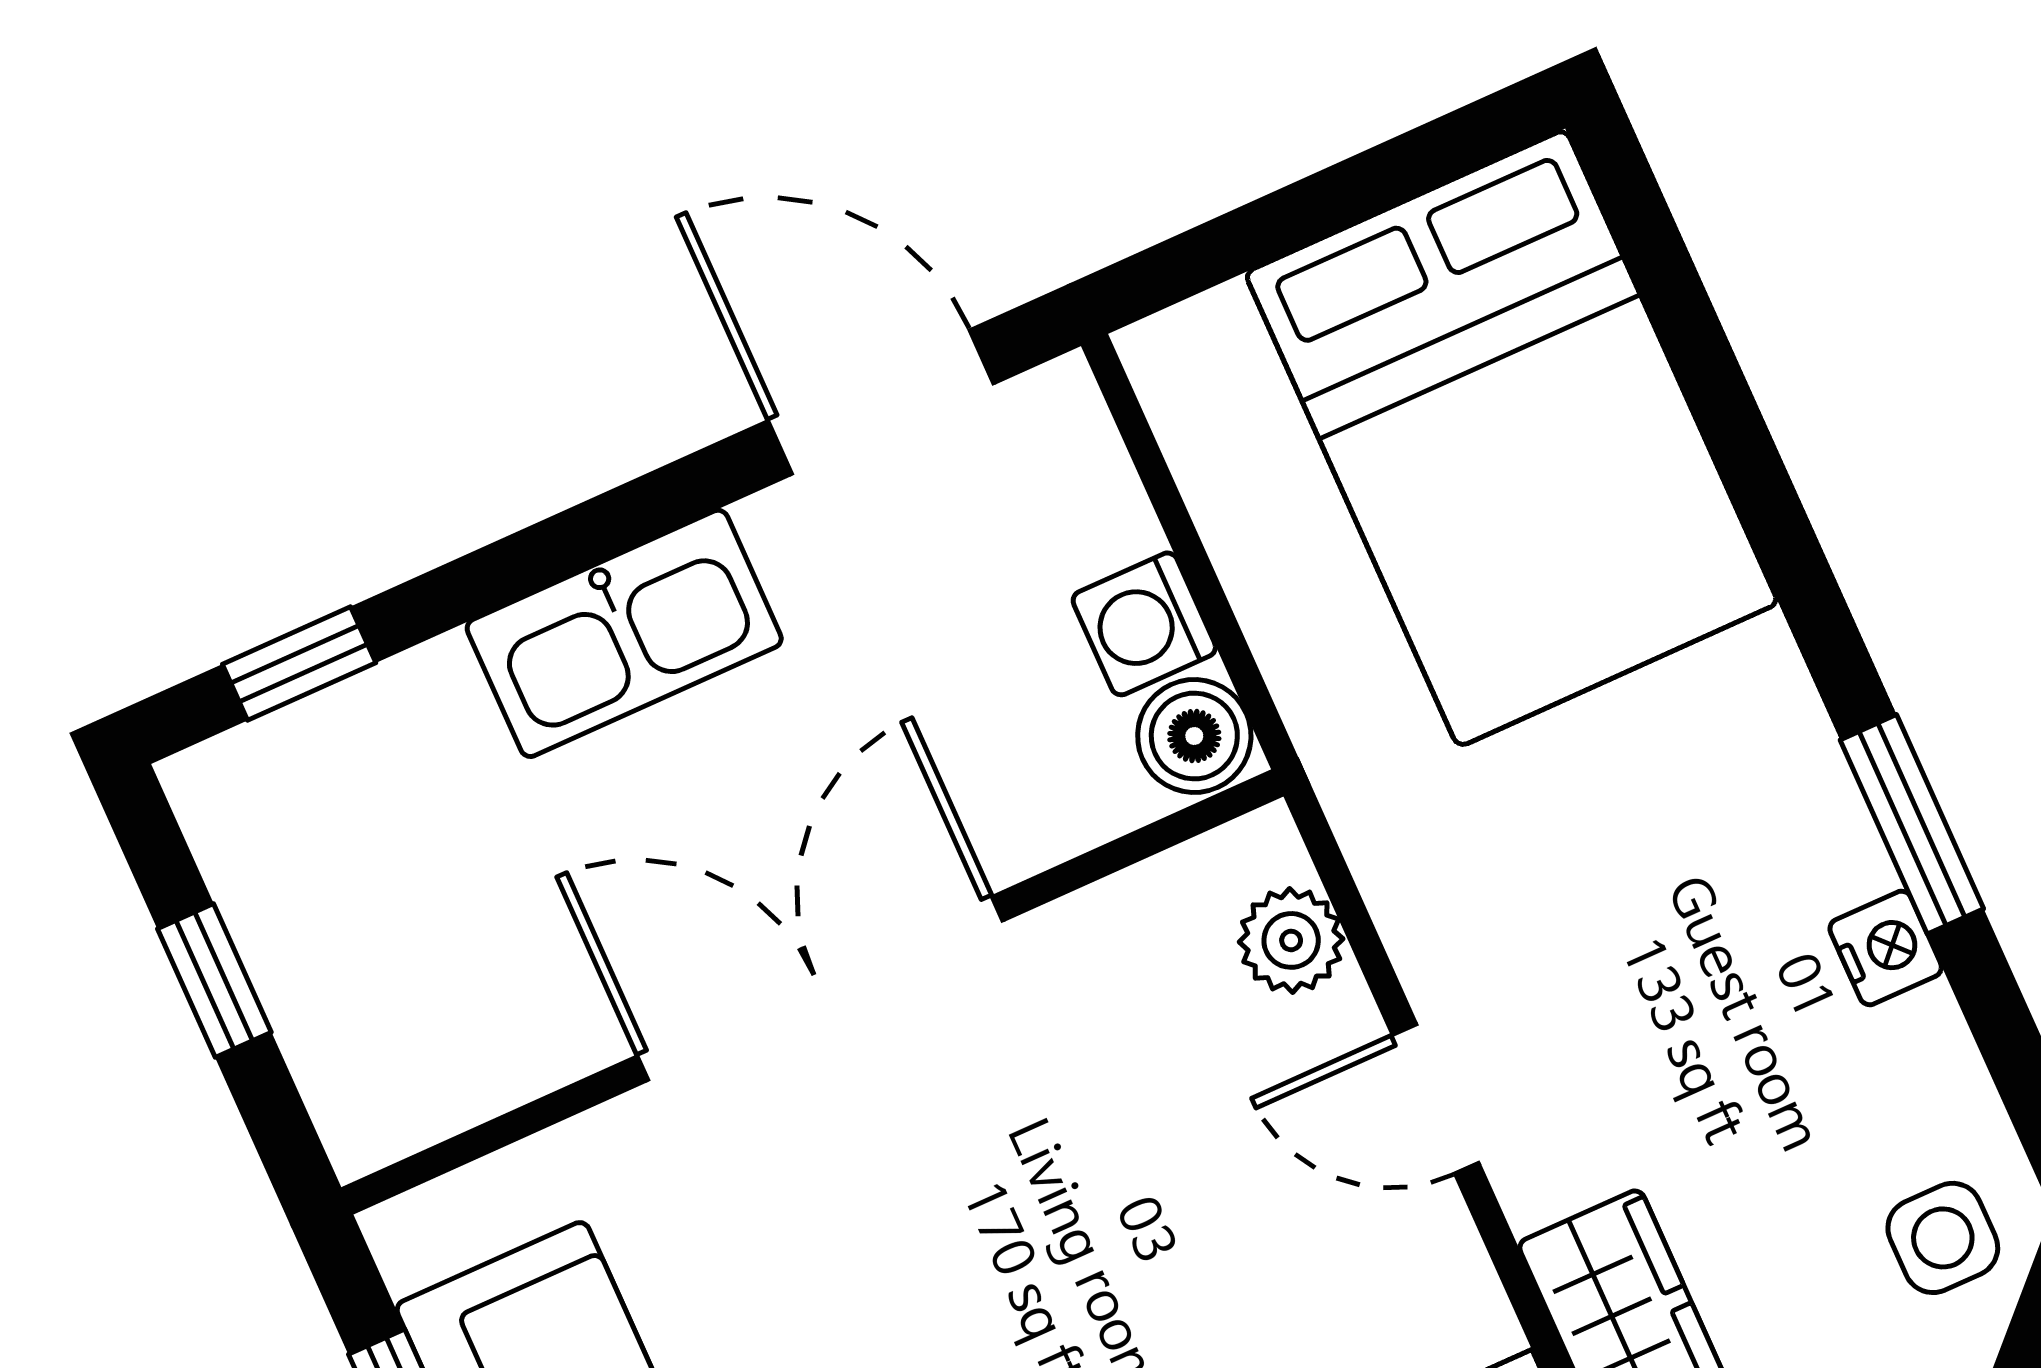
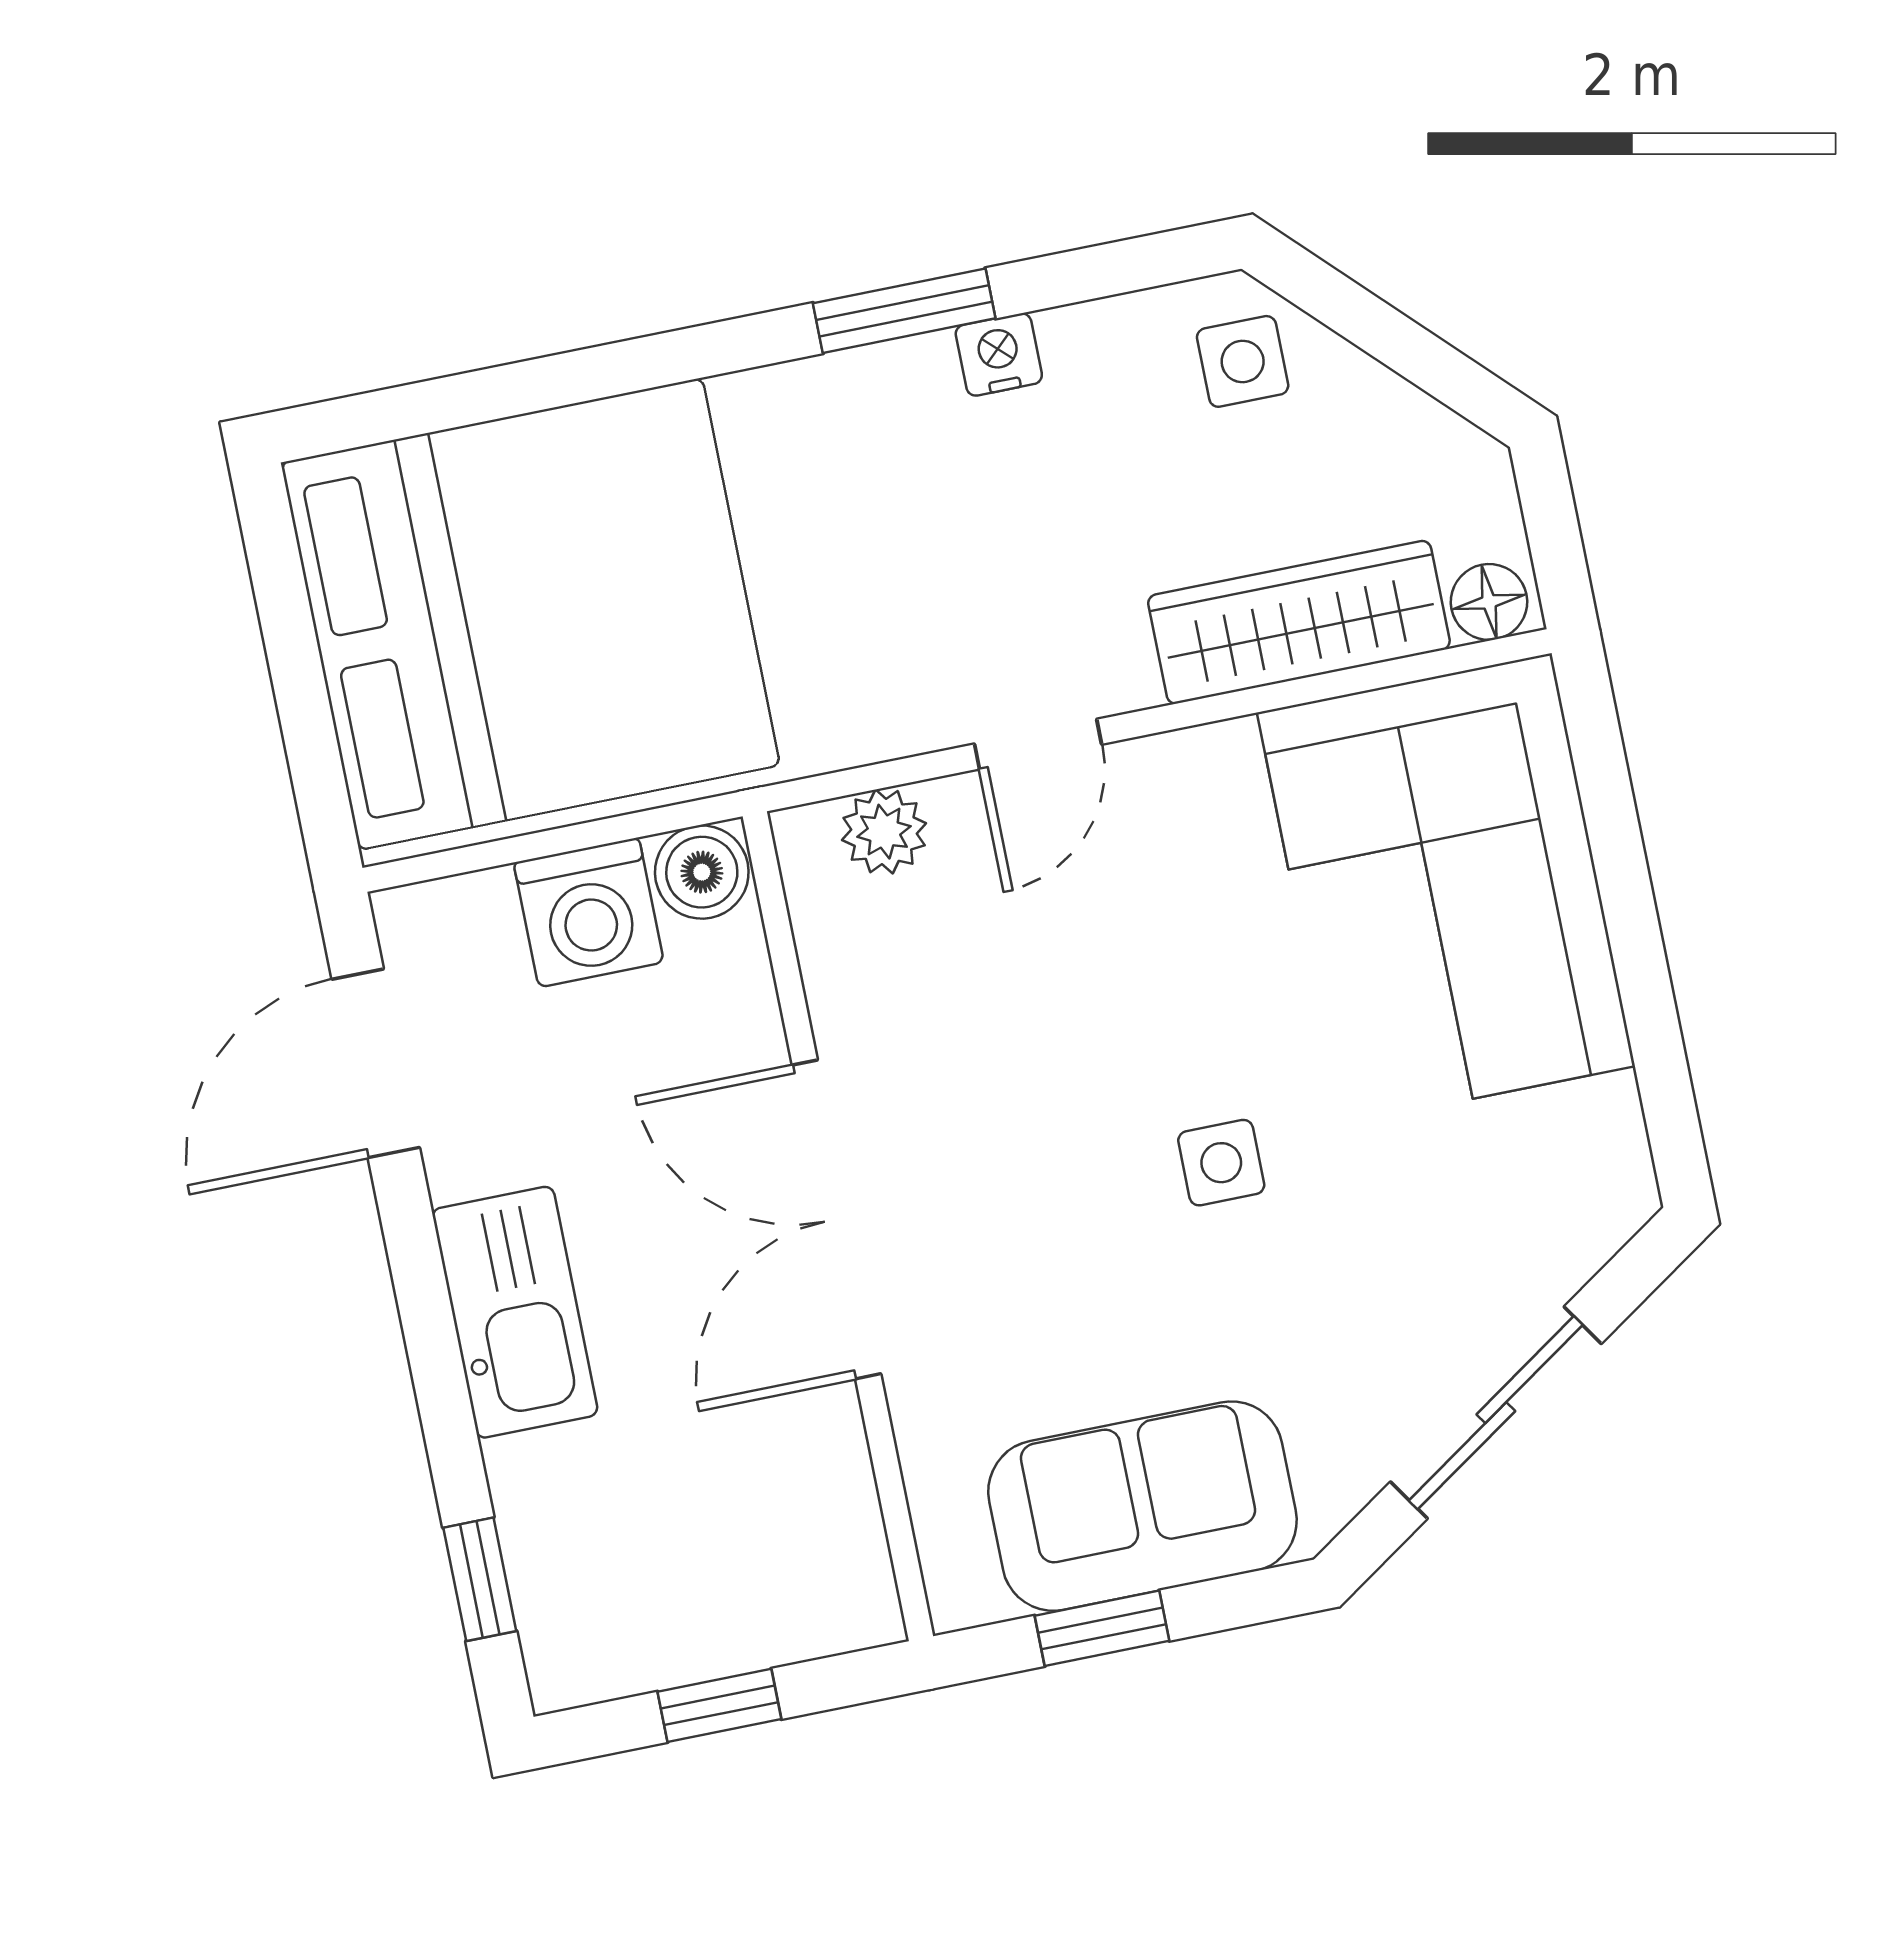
bed: (1512, 438) -> (530, 614), width x1.36
washing machine: (1144, 624) -> (589, 913), width x1.38, depth x1.38

